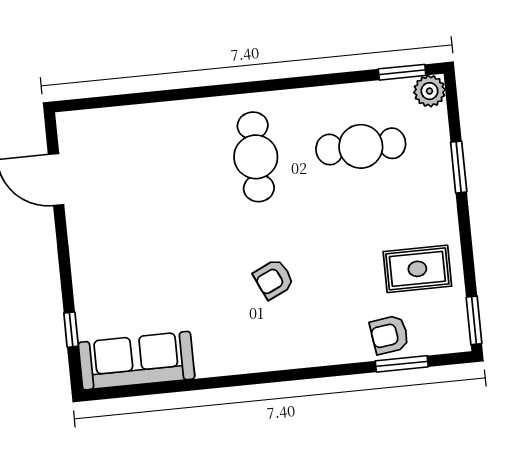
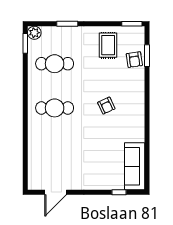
cafe table: (361, 146) -> (55, 64), turned 90

